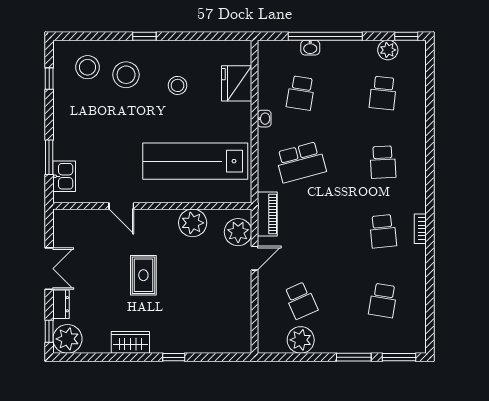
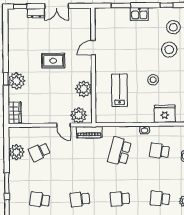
stool: (178, 85) -> (153, 80), moved
lab bench: (195, 161) -> (119, 90), width x0.54, depth x0.72
school desk: (301, 162) -> (119, 151), turned 30
kitchen sink: (64, 176) -> (139, 14), moved
plant: (67, 339) -> (16, 81), moved
wardrobe: (130, 342) -> (15, 113), moved

